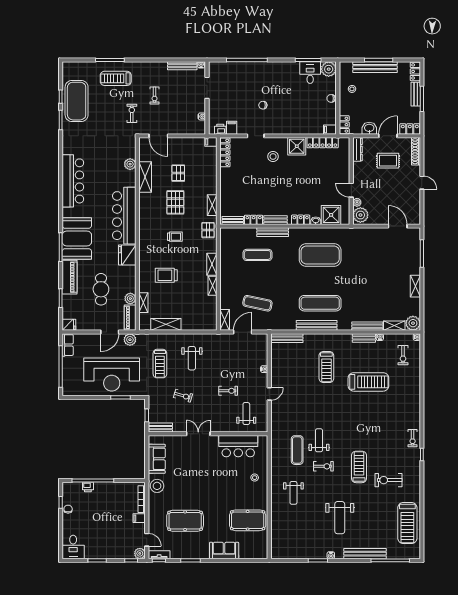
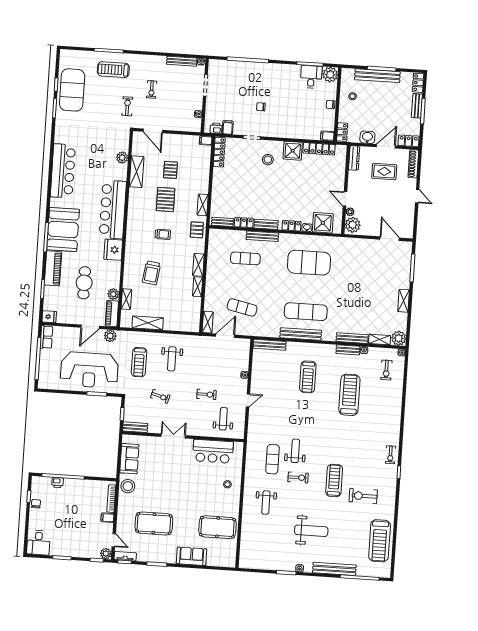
trolley: (166, 275) -> (151, 273), turned -82
treadmill: (368, 382) -> (349, 395), turned -90
weight bench: (340, 518) -> (311, 531), turned -90

